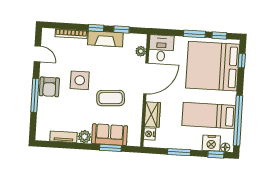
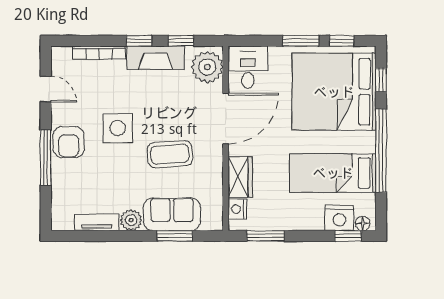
plant: (141, 51) -> (207, 67), width x1.87, depth x1.87
window: (238, 121) -> (381, 151), moved
window: (179, 152) -> (265, 236), moved

